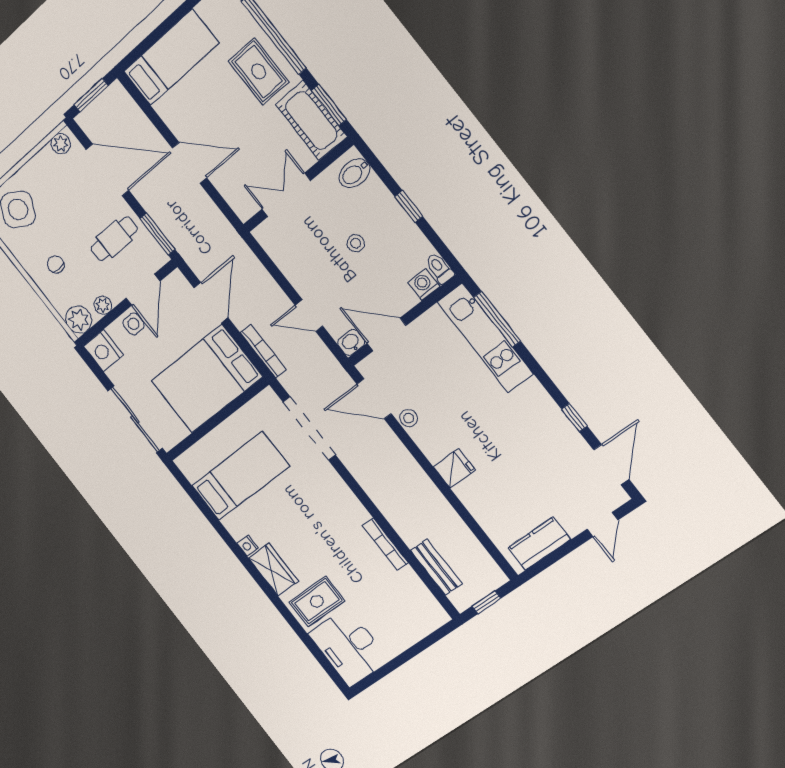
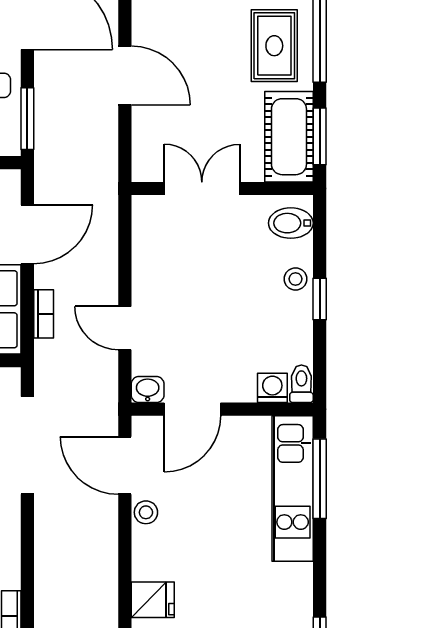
stool: (356, 243) -> (296, 279), moved
door: (387, 334) -> (192, 409), swing flipped
bookcase: (263, 351) -> (44, 314), width x0.64

